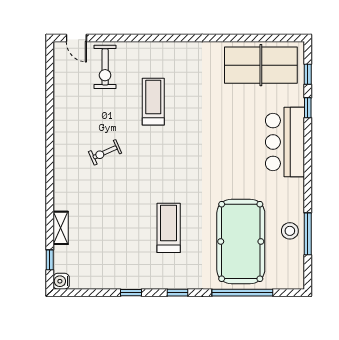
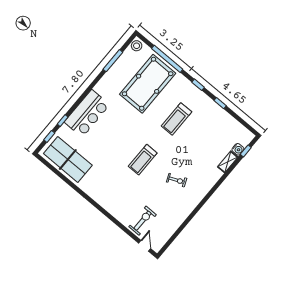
treadmill: (153, 102) -> (143, 160), moved
stool: (290, 231) -> (137, 46), moved
water cooler: (61, 281) -> (238, 149), moved

